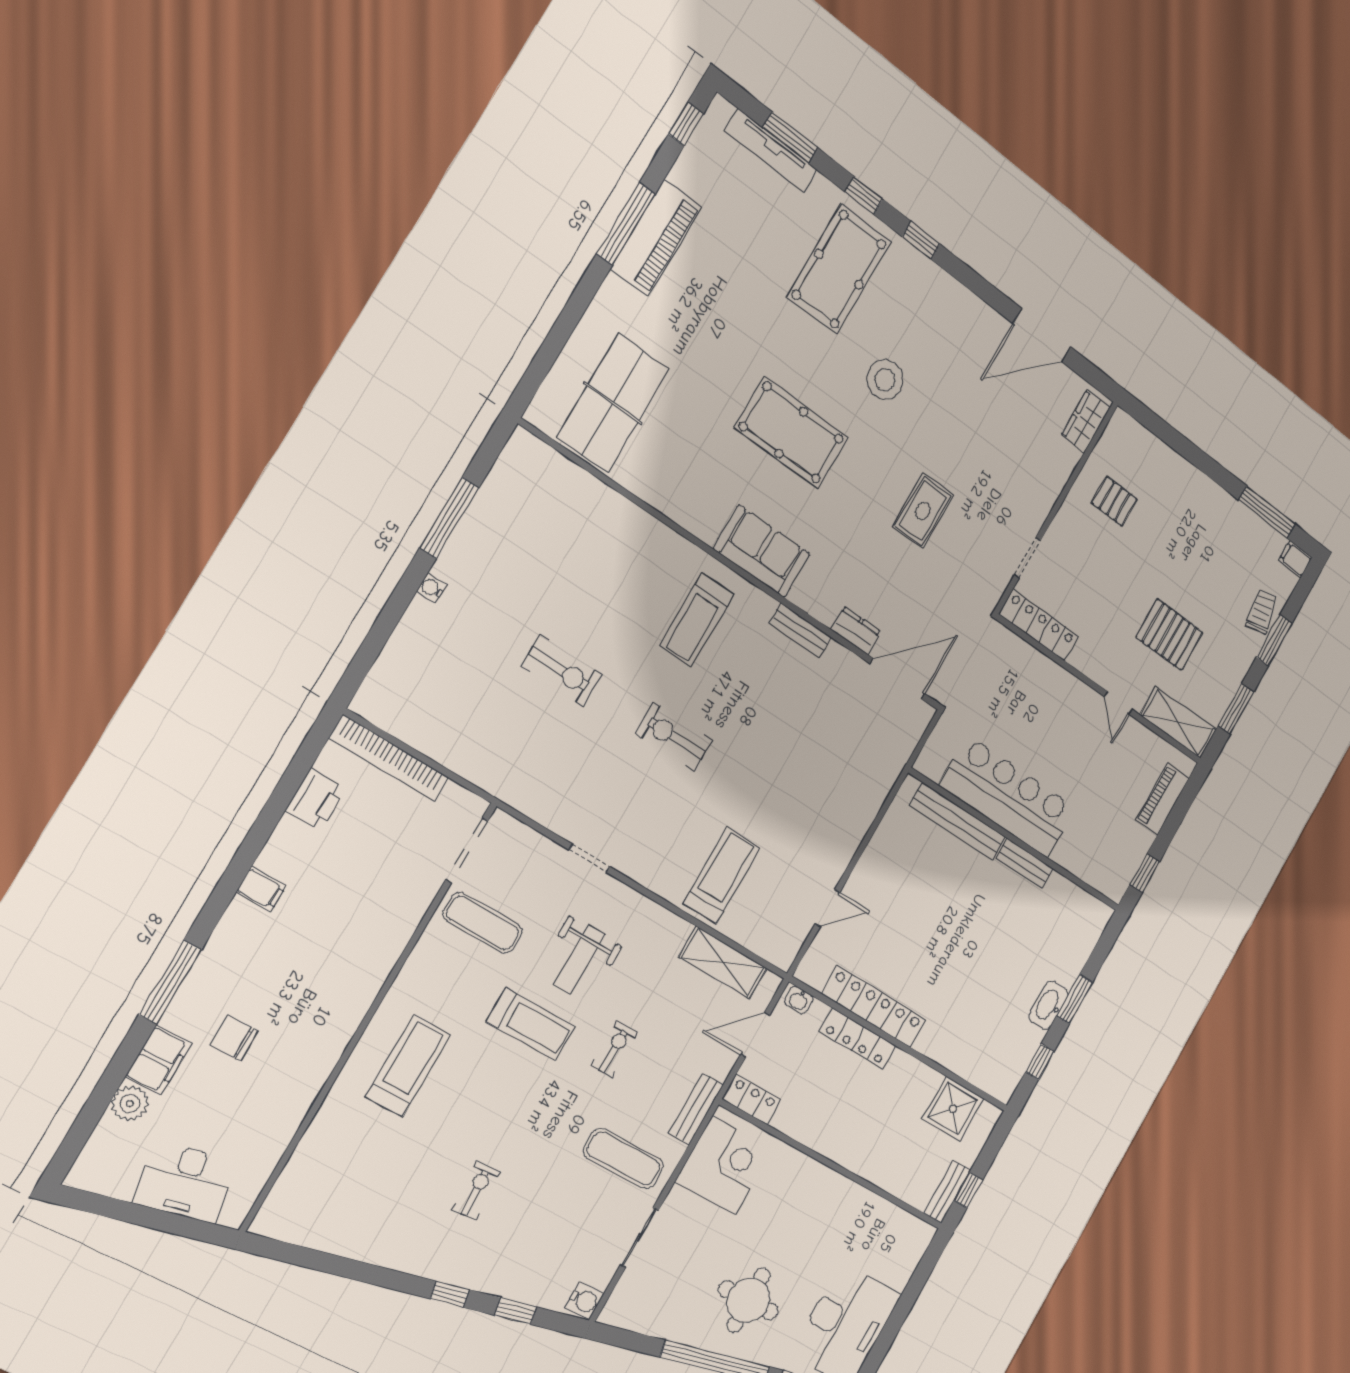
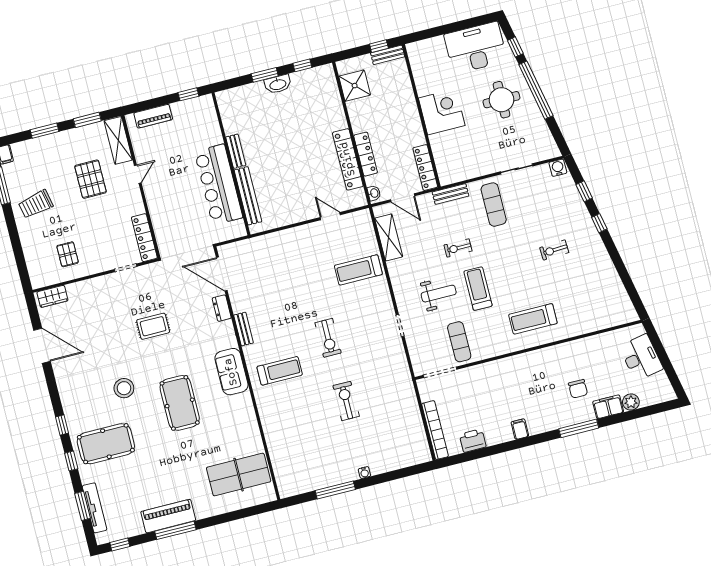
trolley: (1262, 611) -> (36, 204), moved, width x1.36, depth x1.39
locker: (752, 1099) -> (425, 168), width x1.53
corner desk: (724, 1165) -> (442, 112), moved, turned 90

